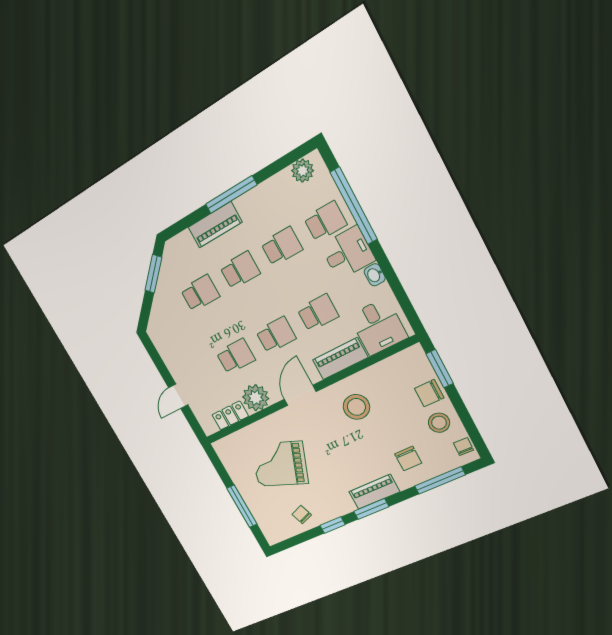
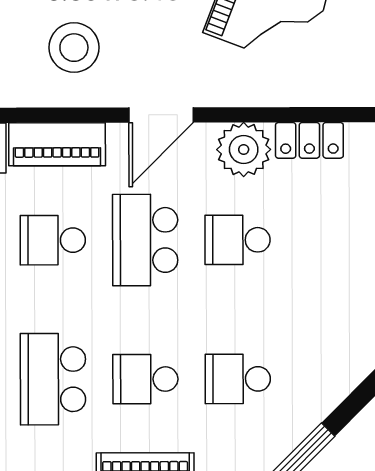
school desk: (282, 246) -> (53, 379), width x1.85
school desk: (276, 335) -> (145, 240), width x1.85

